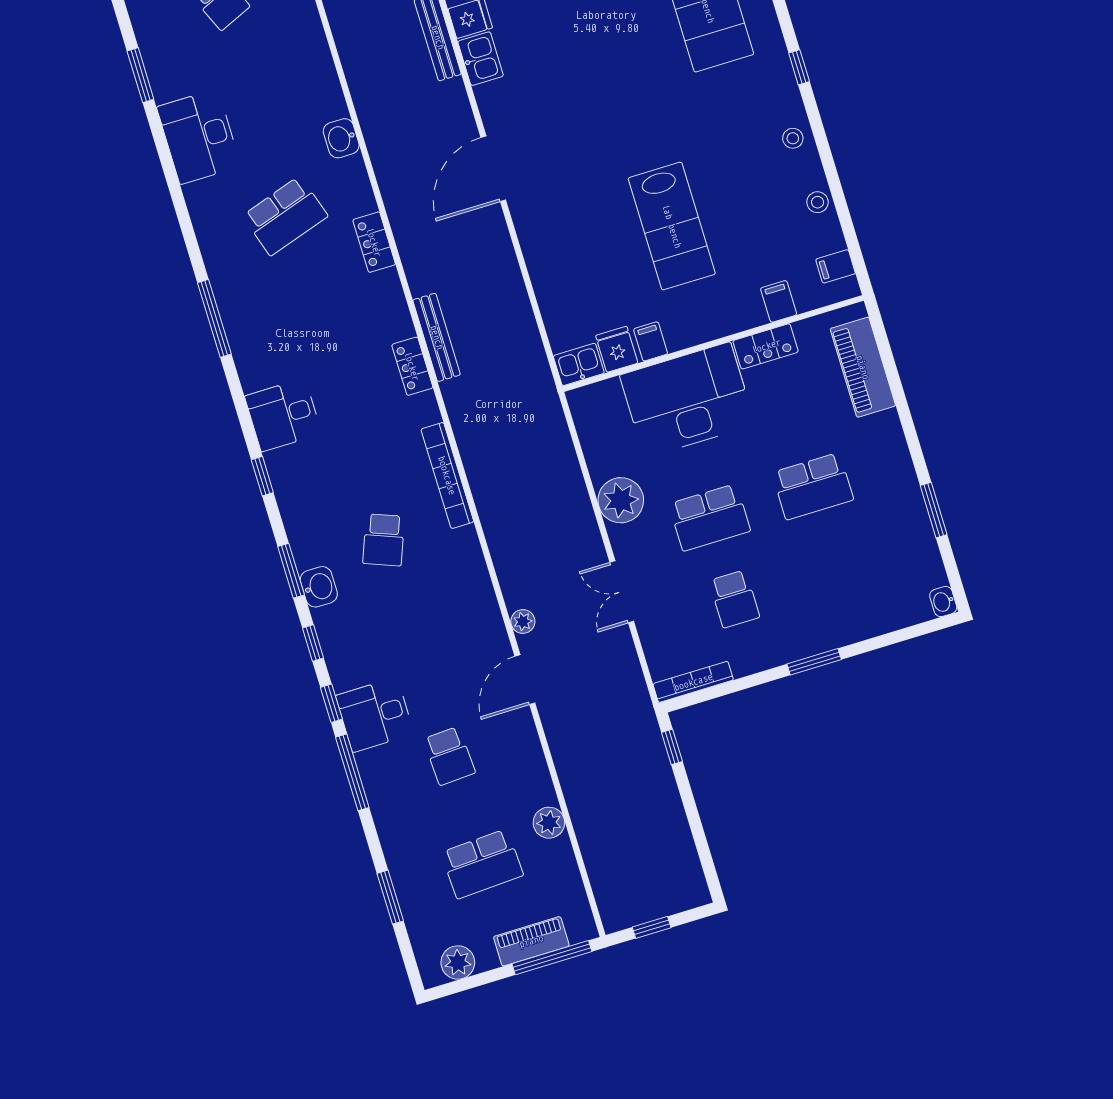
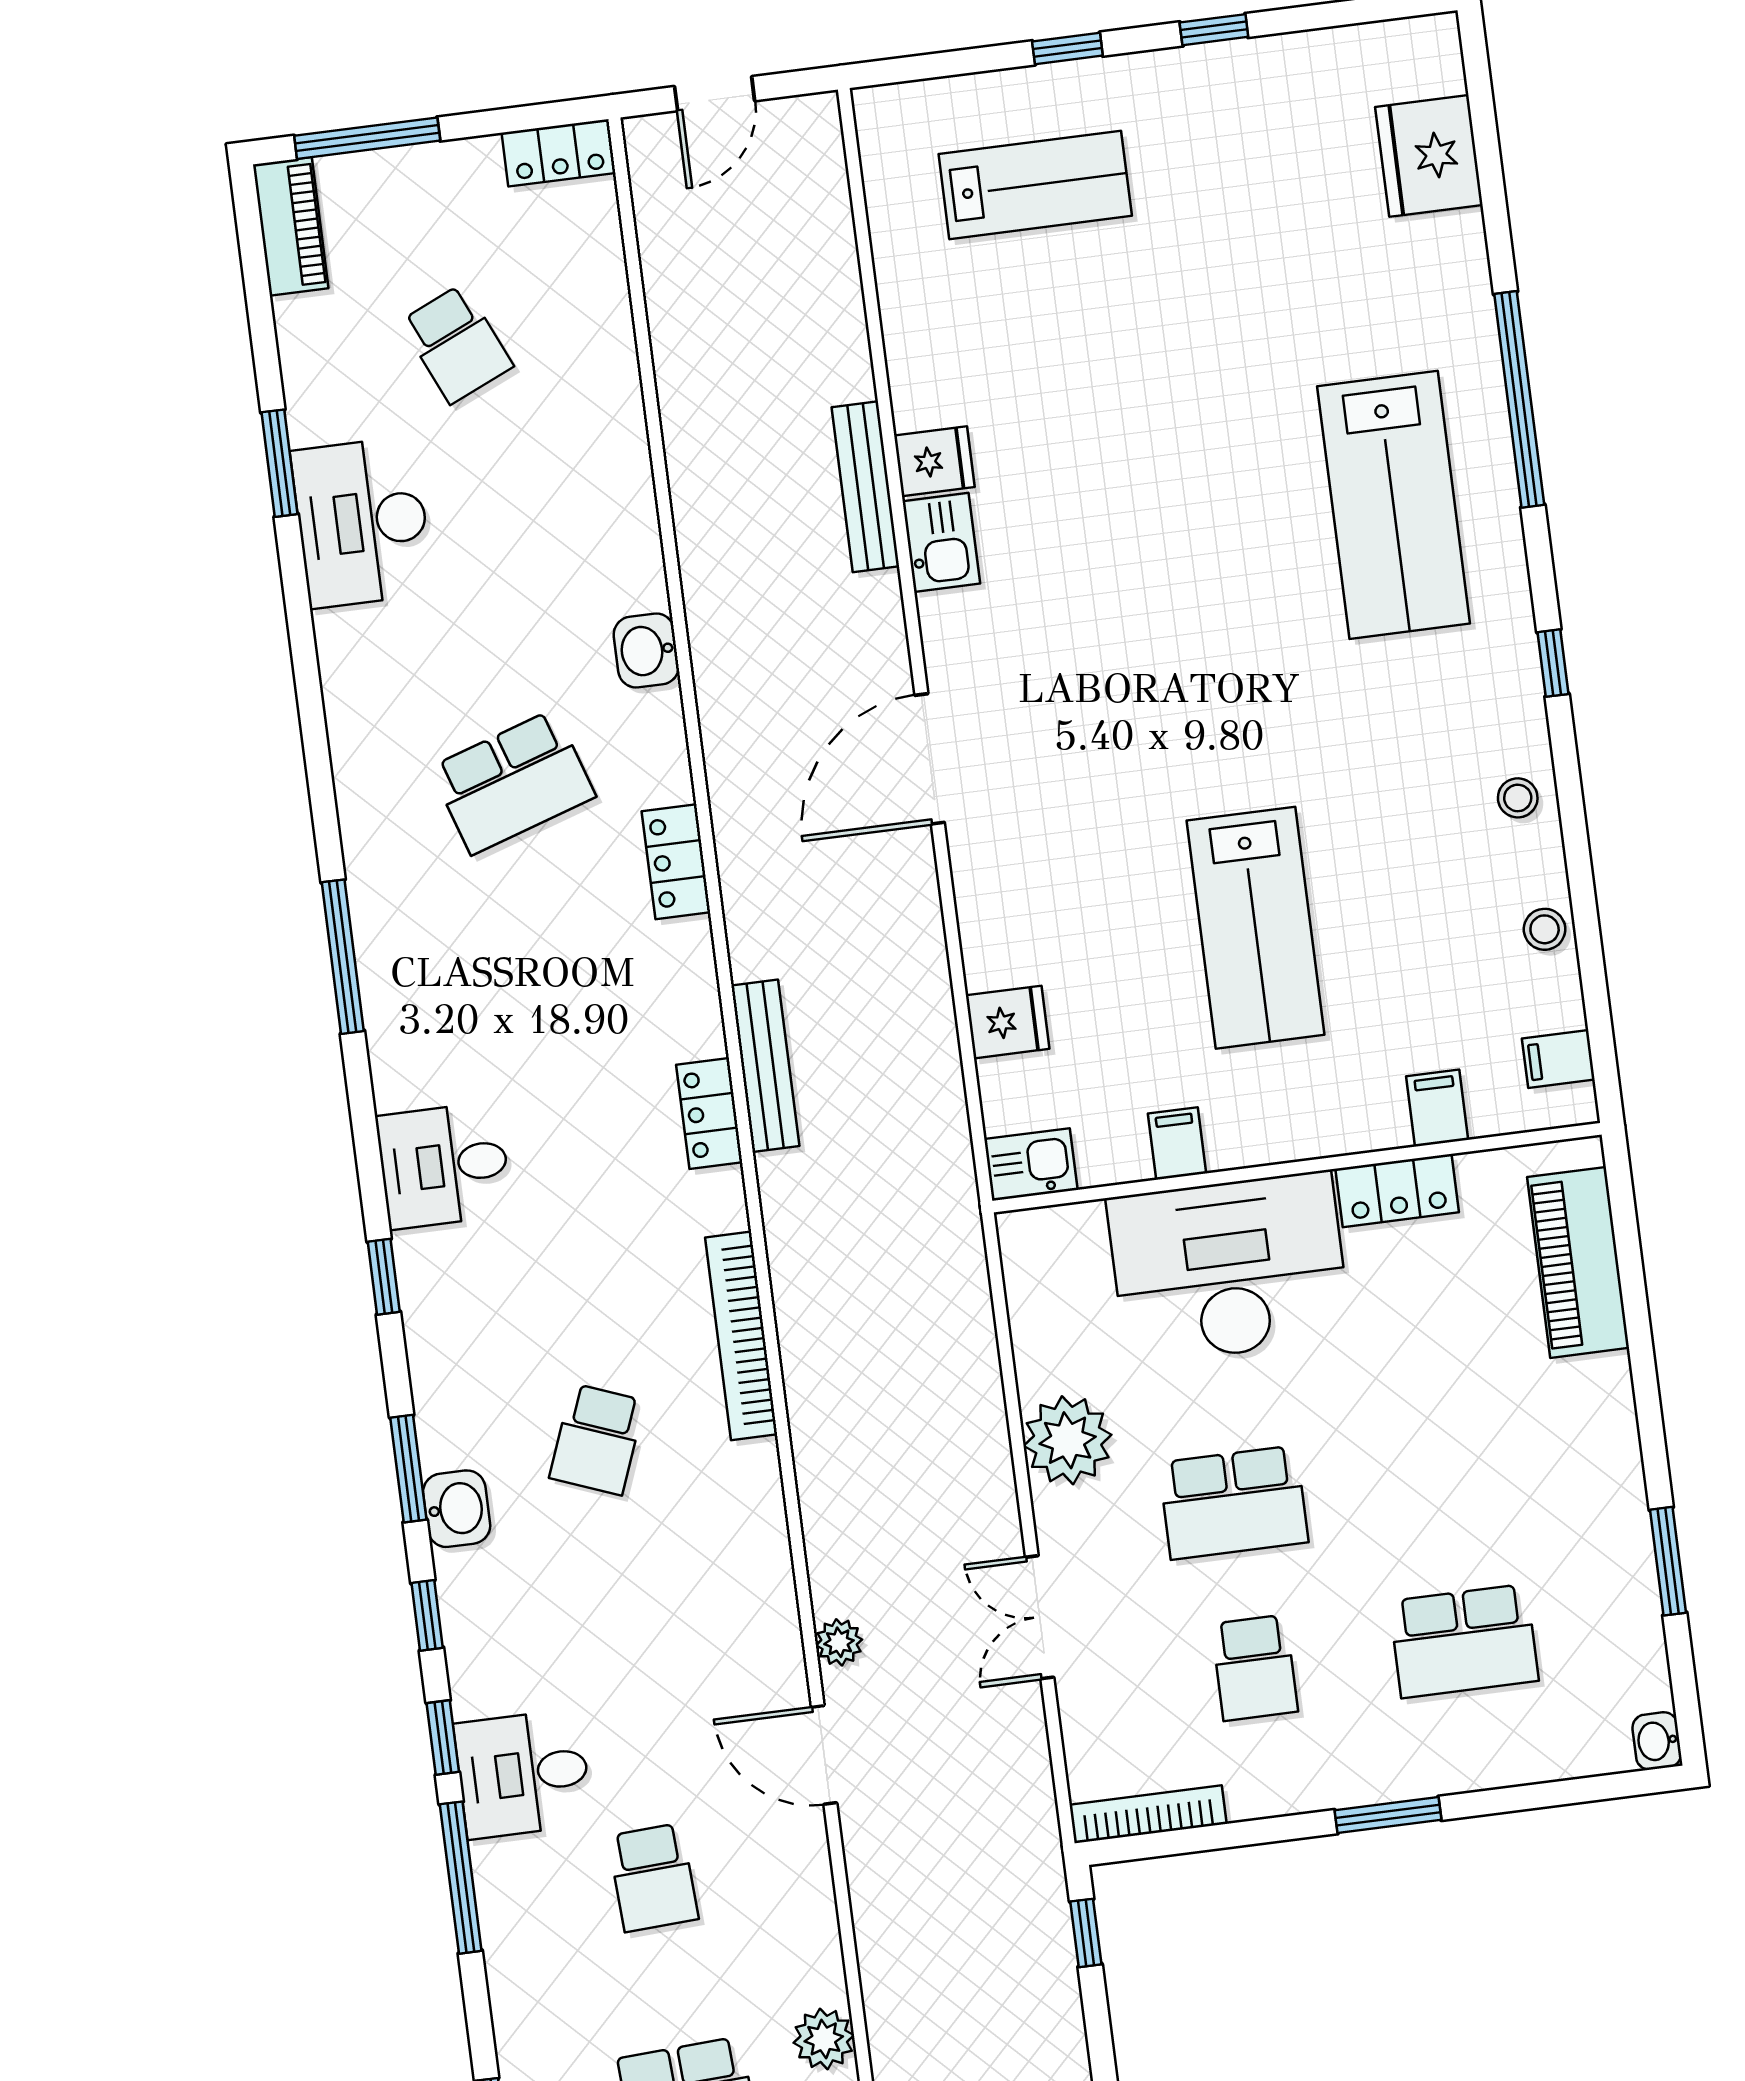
desk: (199, 137) -> (362, 522), moved
fridge: (617, 349) -> (1008, 1022), moved, turned 90
school desk: (813, 486) -> (1464, 1641), moved
door: (525, 680) -> (824, 1755), hinge flipped

